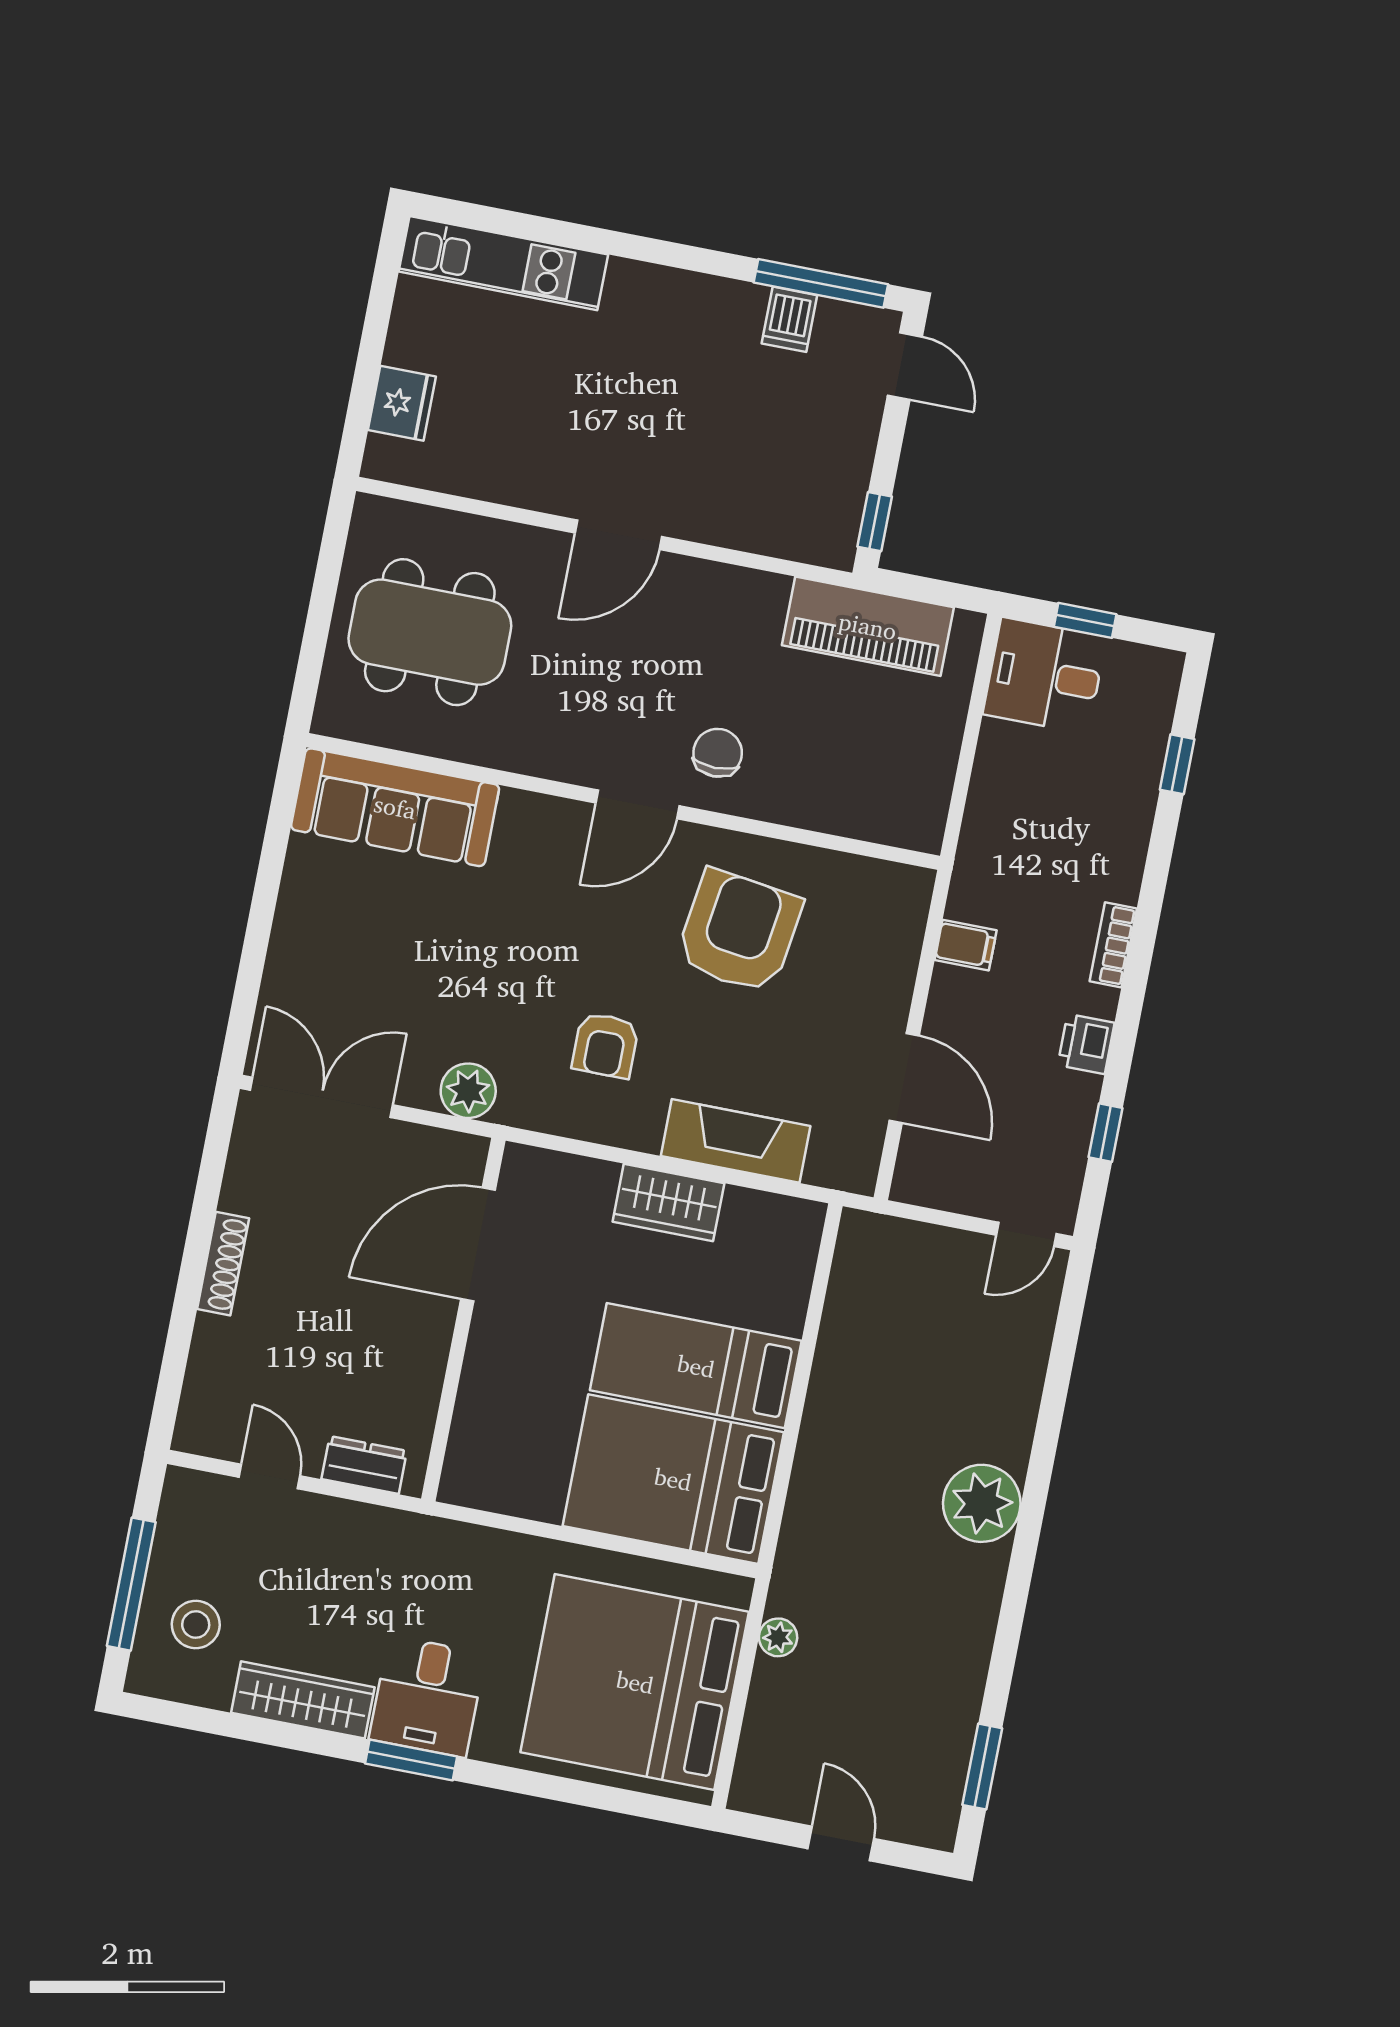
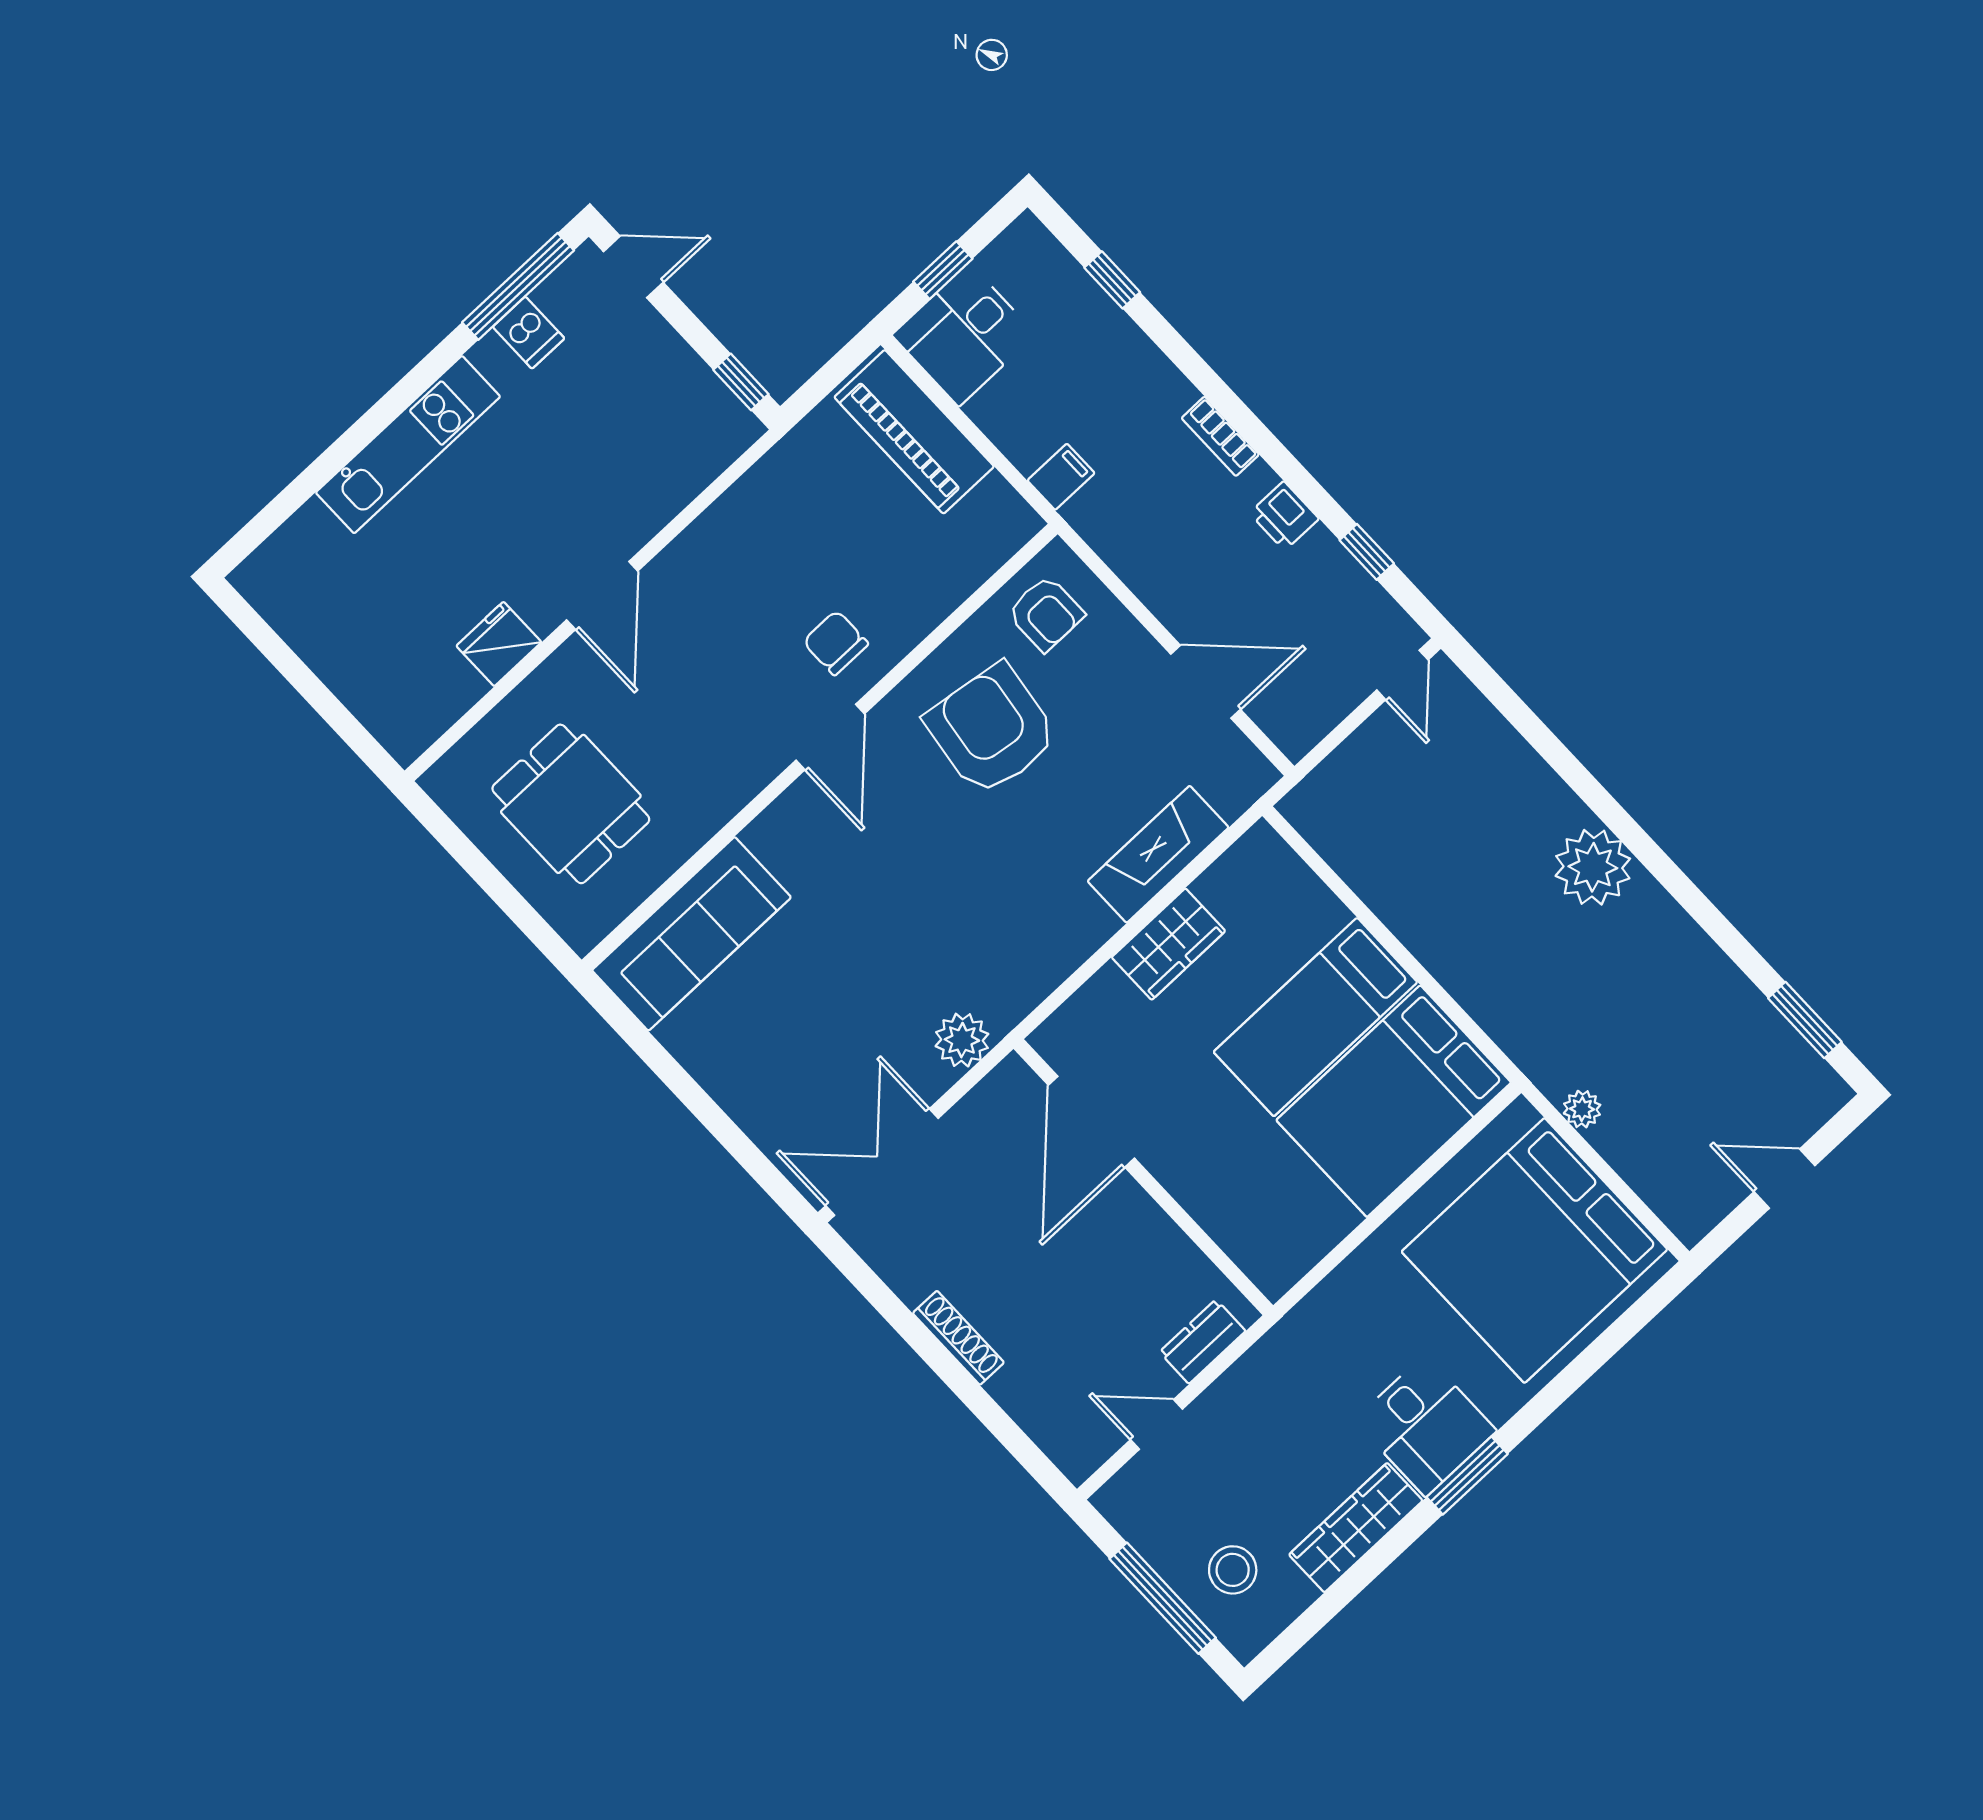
kitchen unit: (503, 263) -> (408, 445), moved
fridge: (402, 403) -> (499, 644), moved, turned -90
piano: (868, 626) -> (914, 432), moved, turned 90
dining table: (430, 632) -> (571, 804), width x0.73
filing cabinet: (966, 945) -> (1061, 477), moved
armchair: (605, 1045) -> (1046, 613), moved

